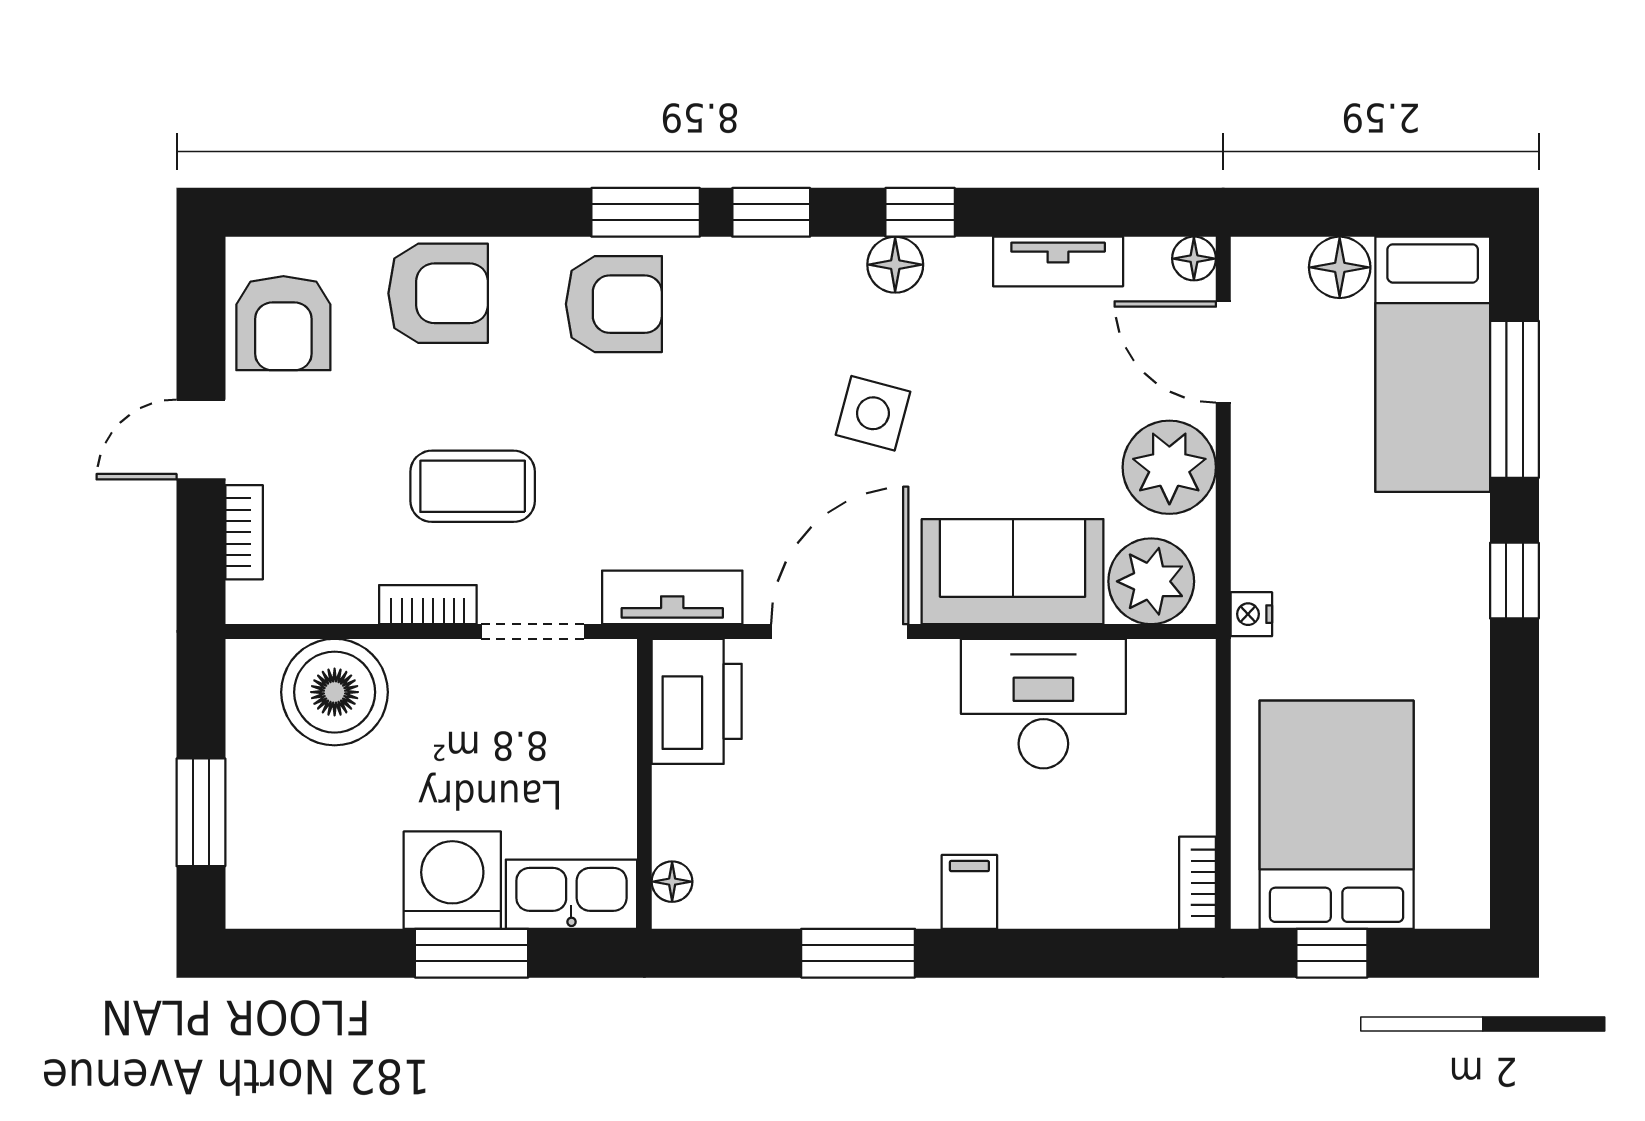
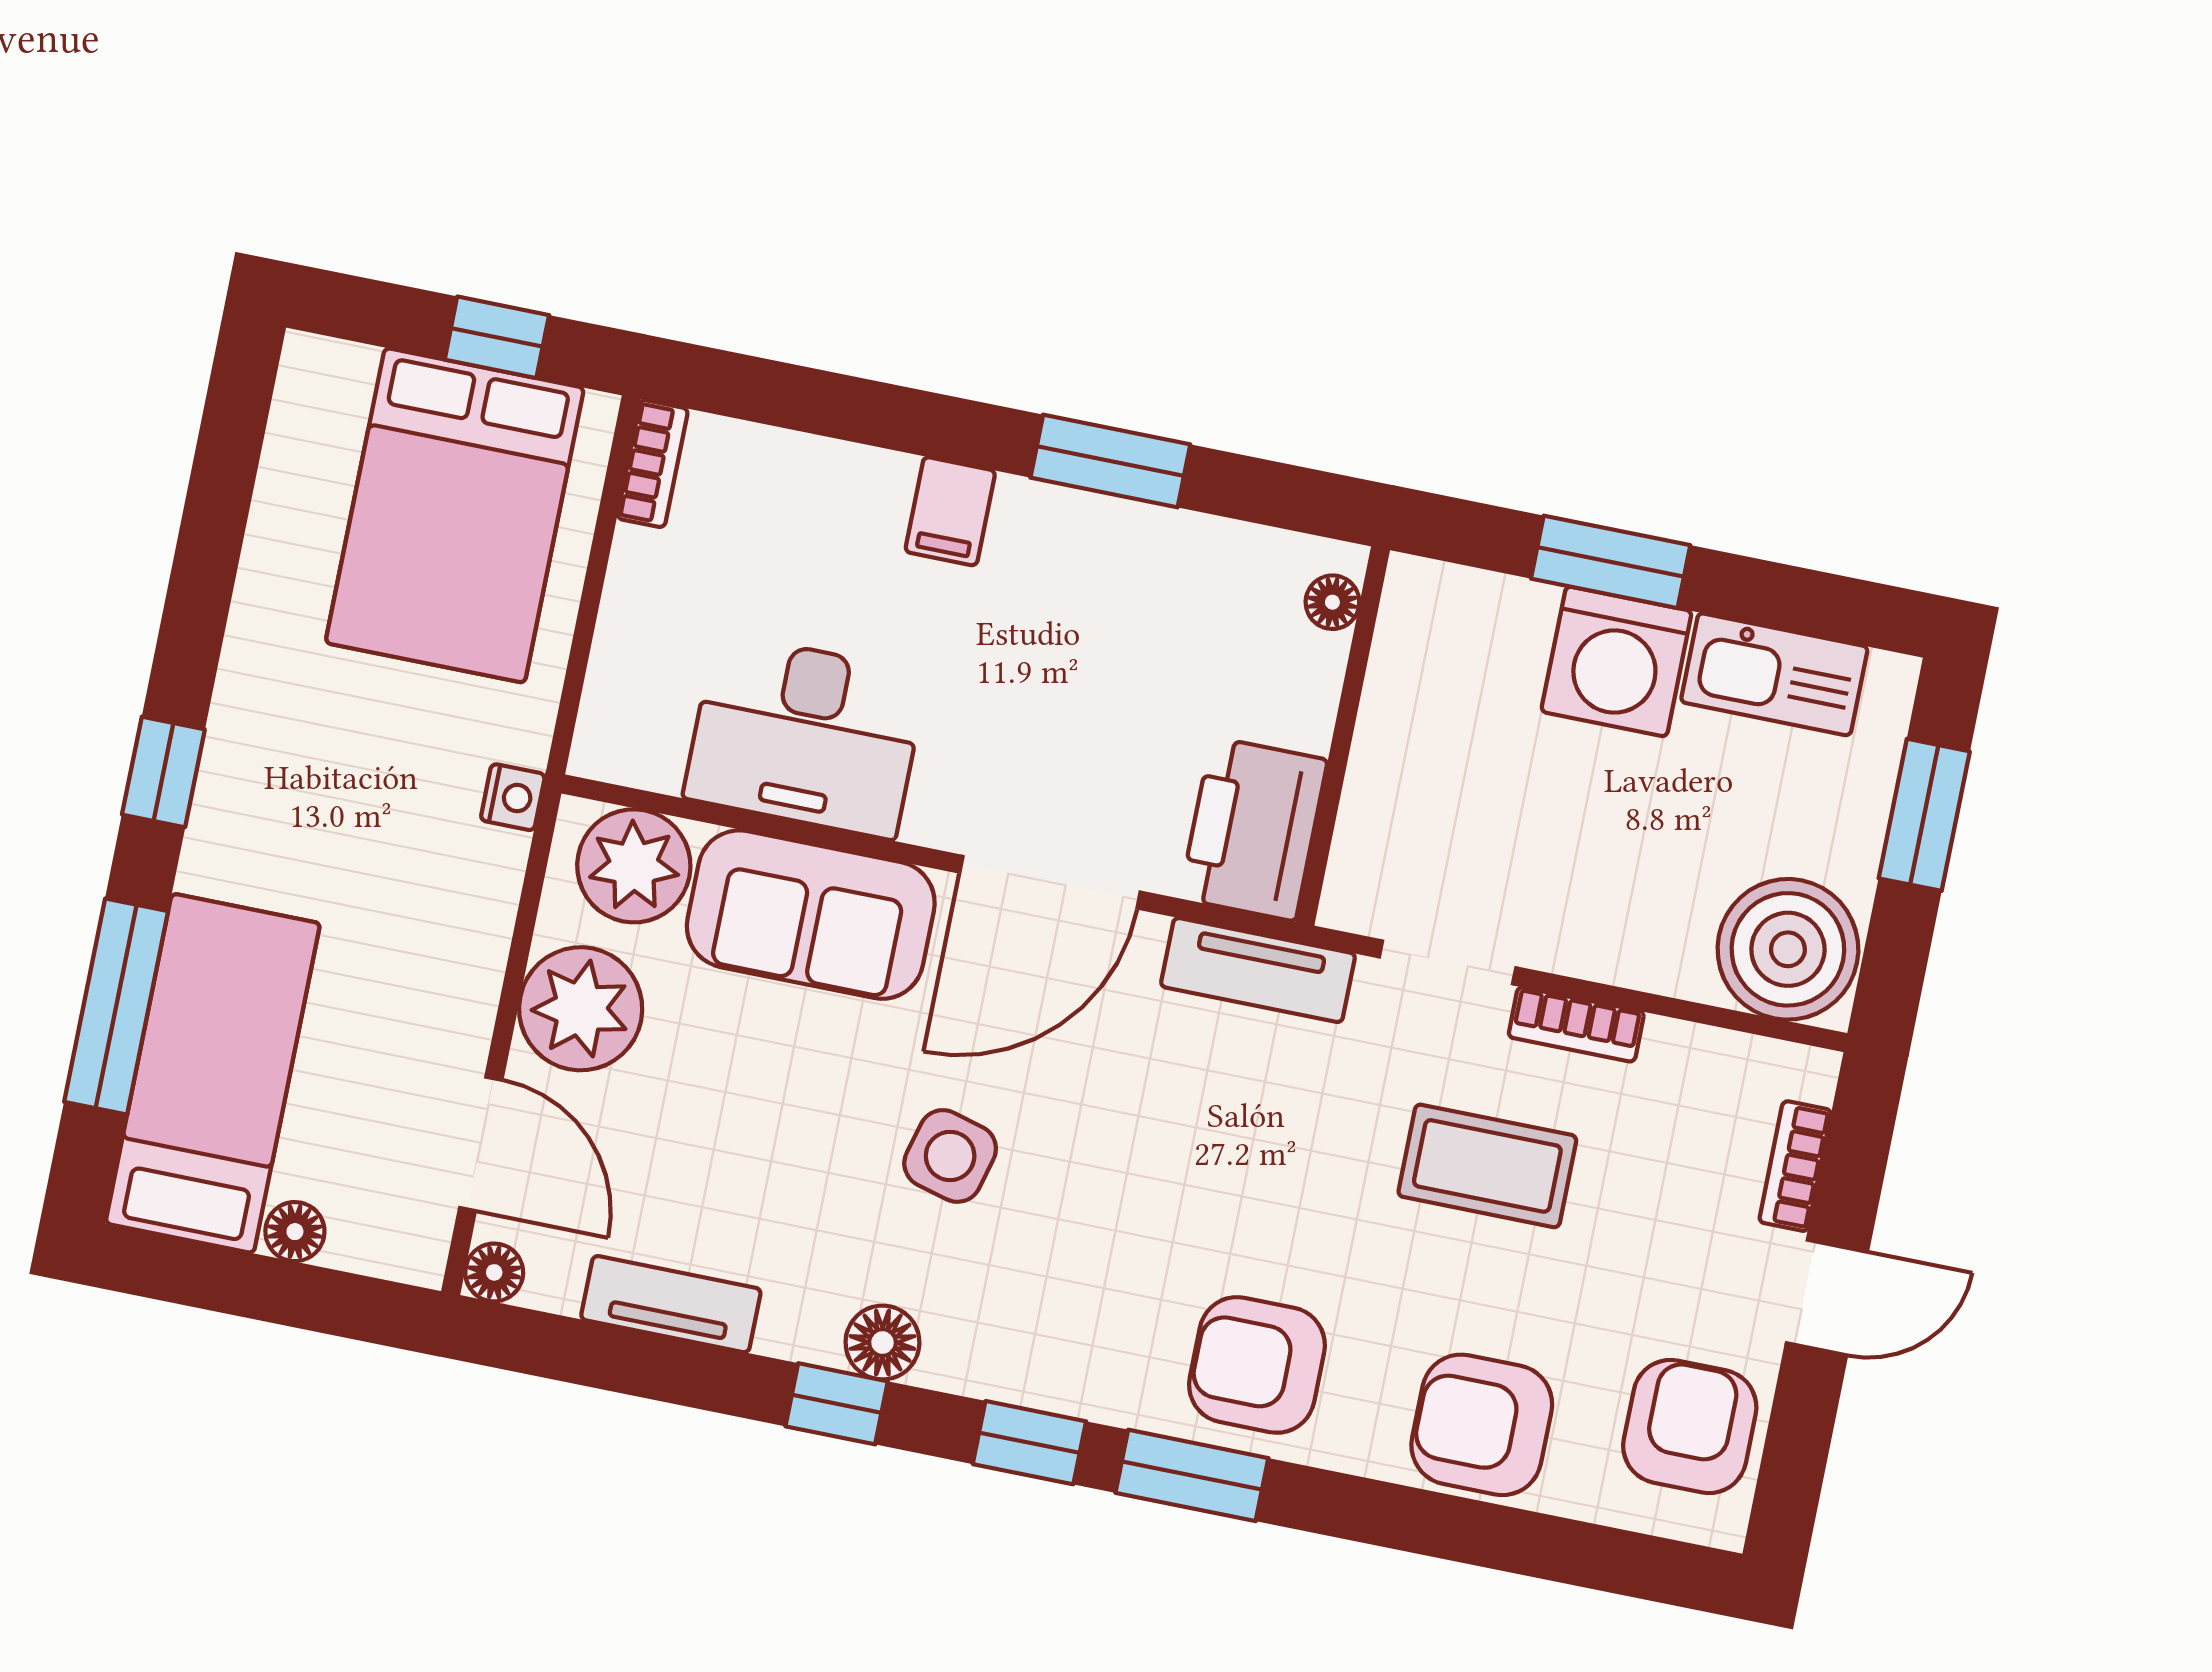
floor lamp: (1340, 267) -> (295, 1232), width x0.73, depth x0.73
boiler: (335, 692) -> (1788, 949), moved
kitchen sink: (571, 894) -> (1774, 674), moved

